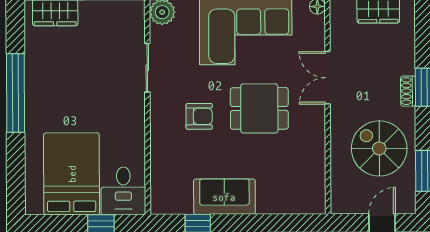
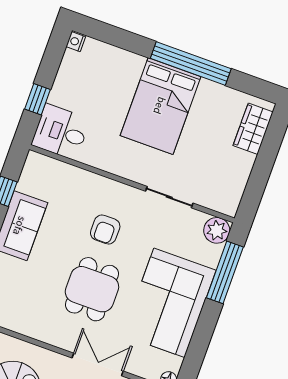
bed: (72, 174) -> (160, 106), moved, turned 90
nightstand: (34, 208) -> (76, 42), added

